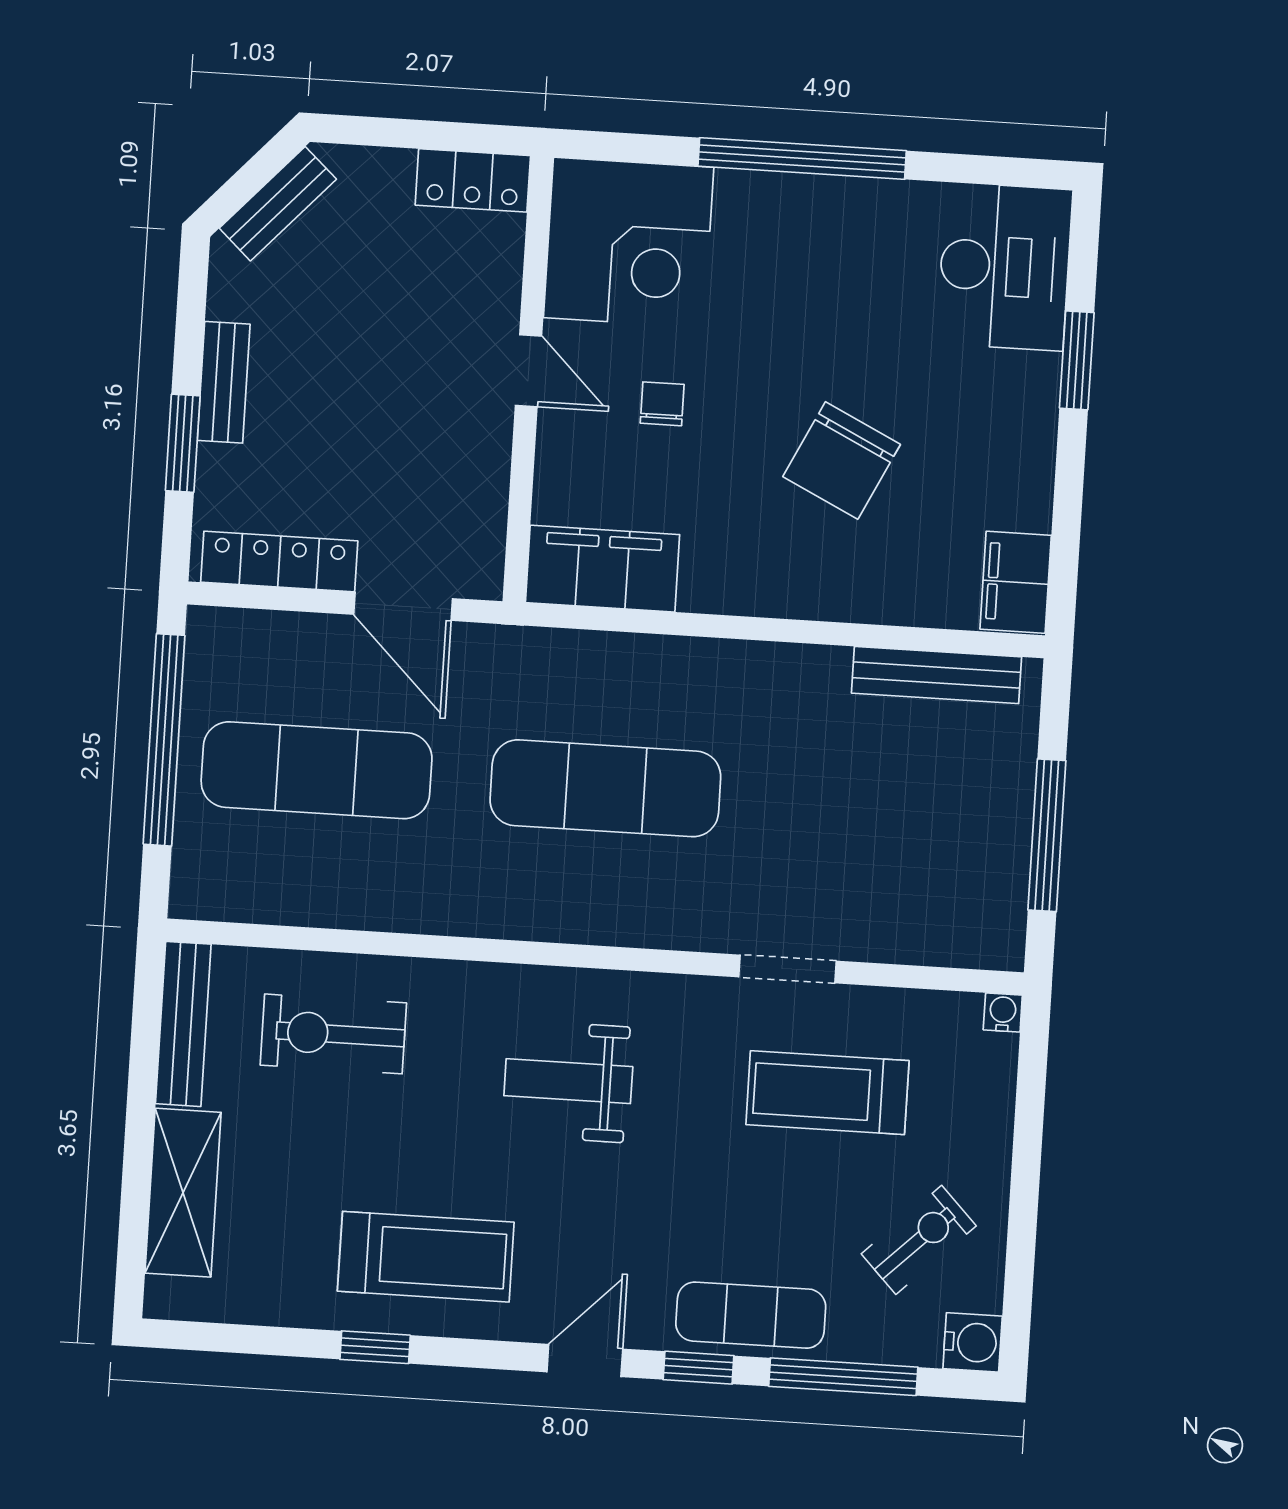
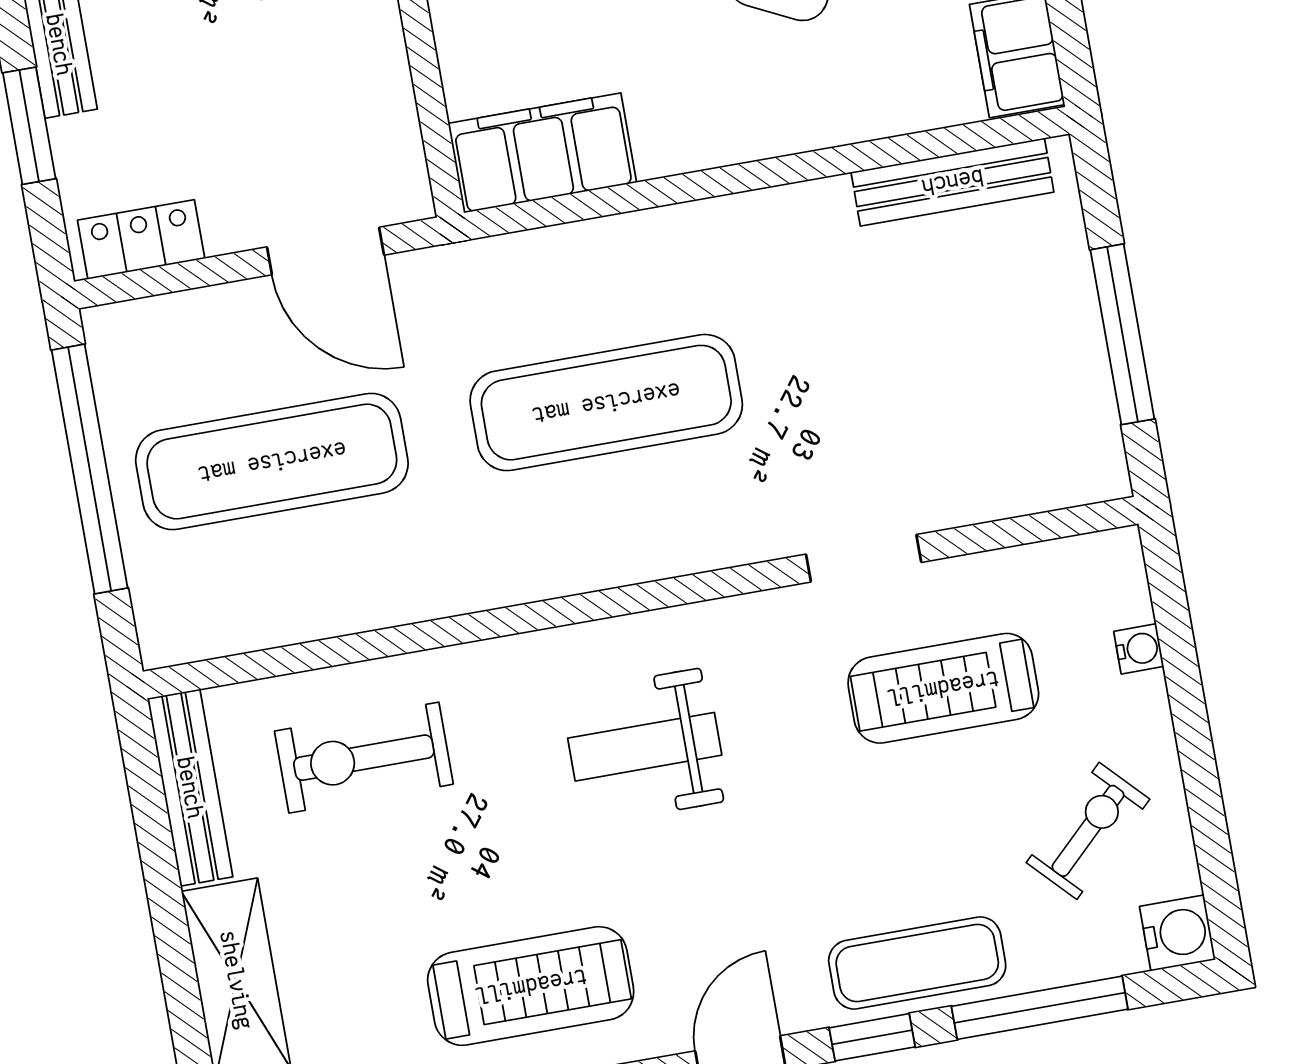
locker: (279, 562) -> (141, 239), width x0.66
water cooler: (1003, 1013) -> (1139, 649), moved, turned 90

